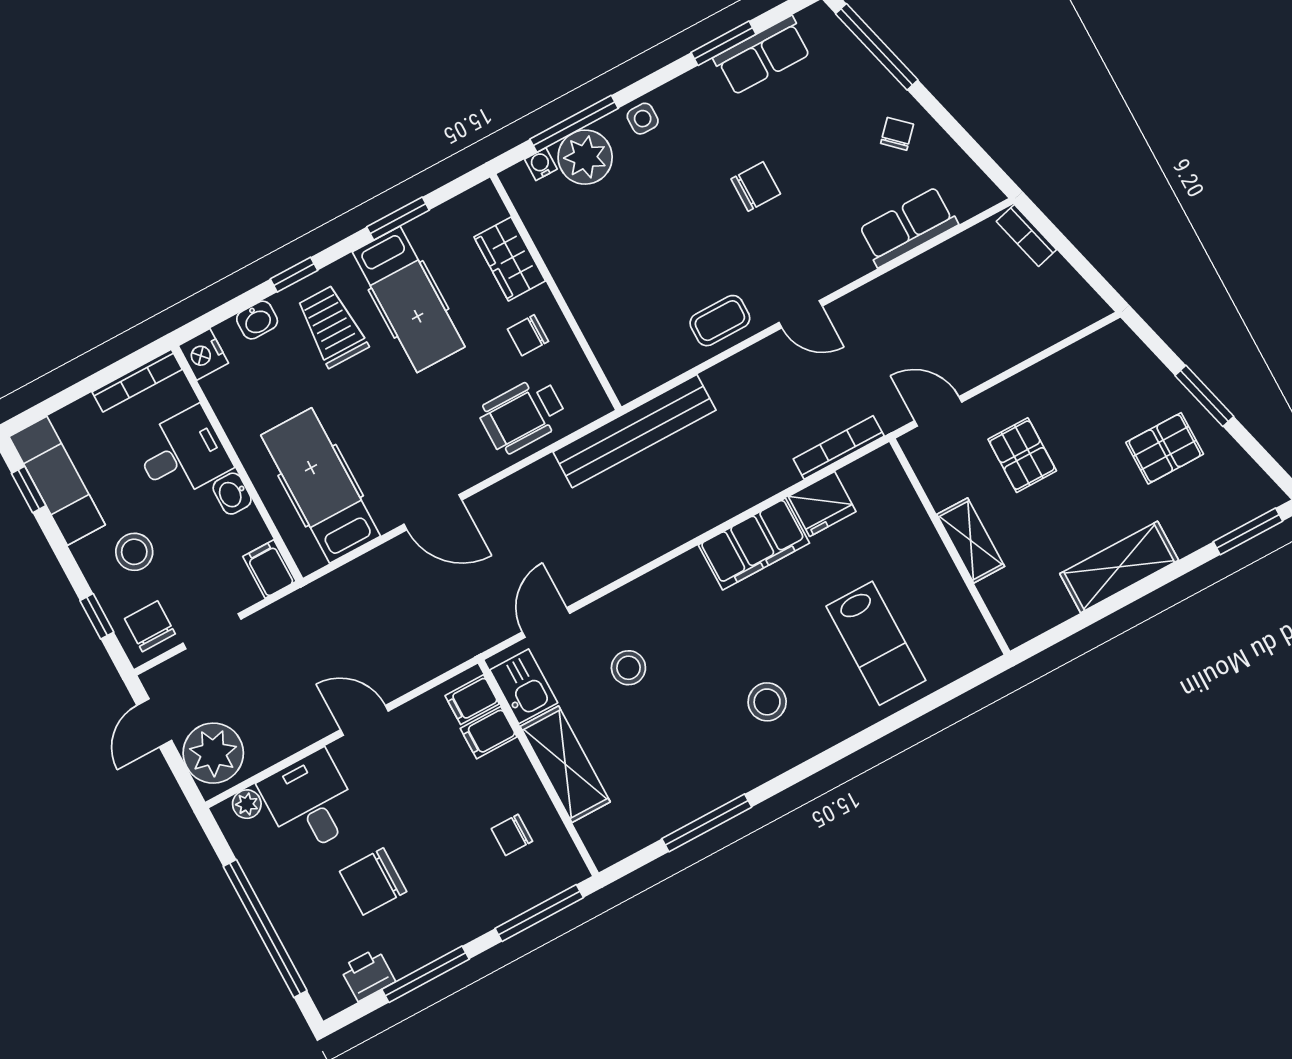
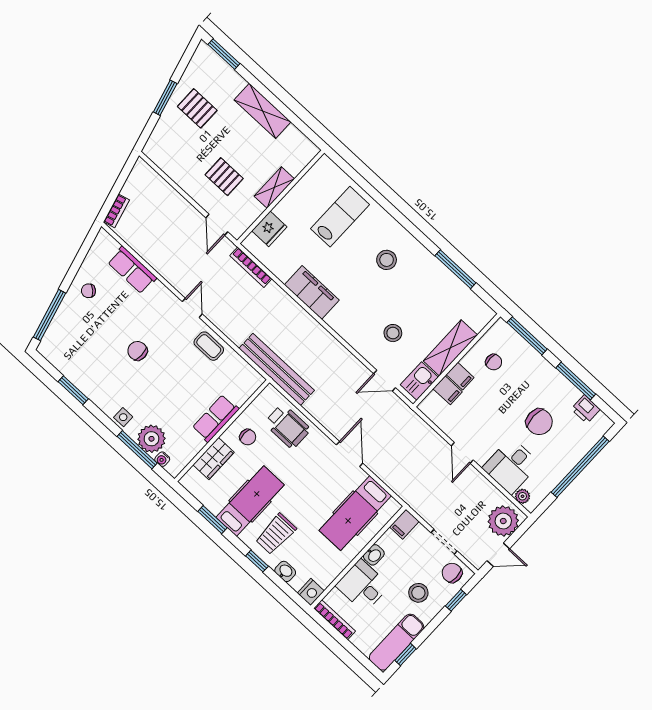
row of seats: (762, 56) -> (216, 418), moved, turned -90
pallet: (1022, 455) -> (224, 177), turned 90
fridge: (822, 504) -> (269, 229), moved, turned 90
chair: (150, 626) -> (452, 573), turned 90
filing cabinet: (472, 700) -> (460, 376), moved

